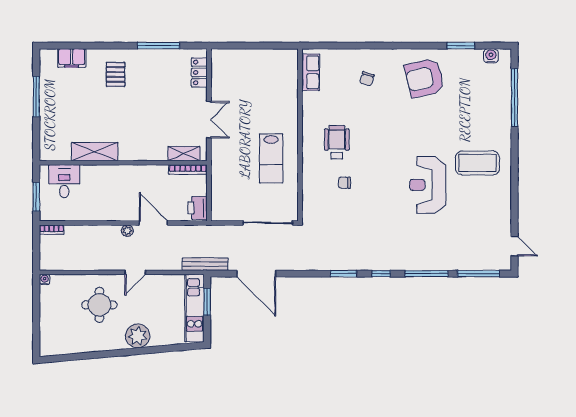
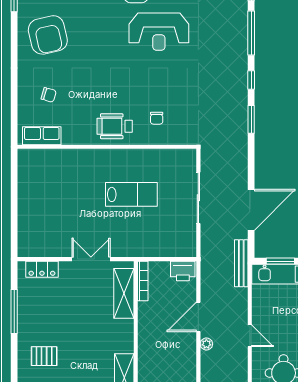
row of seats: (311, 72) -> (42, 136), moved
wall: (300, 135) -> (107, 147), moved
shelving: (184, 154) -> (124, 293), width x1.50, depth x1.33

